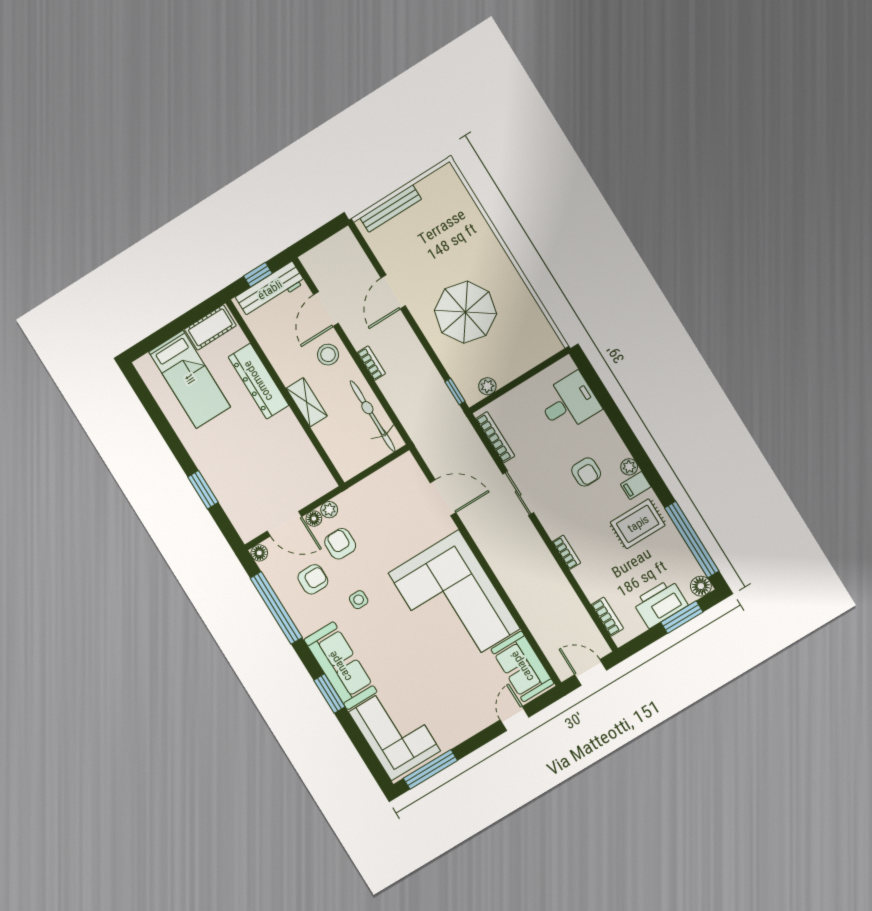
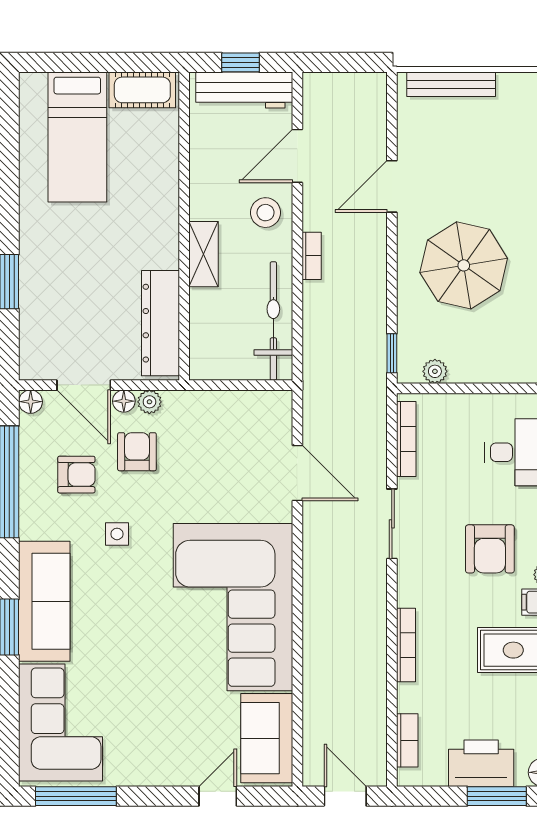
dresser: (258, 381) -> (161, 323), moved
armchair: (586, 472) -> (490, 549), width x1.38, depth x1.38
bookcase: (566, 552) -> (406, 645), width x1.56

